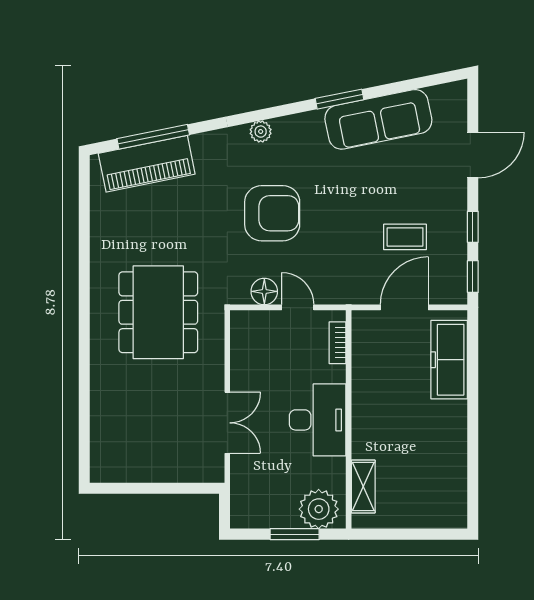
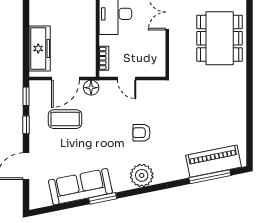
plant: (261, 132) -> (142, 175), width x1.88, depth x1.88
armchair: (272, 213) -> (141, 133), width x0.53, depth x0.53
coffee table: (405, 237) -> (65, 119), width x1.36, depth x1.30
floor lamp: (264, 291) -> (91, 88), moved
dining table: (158, 312) -> (220, 38), moved

